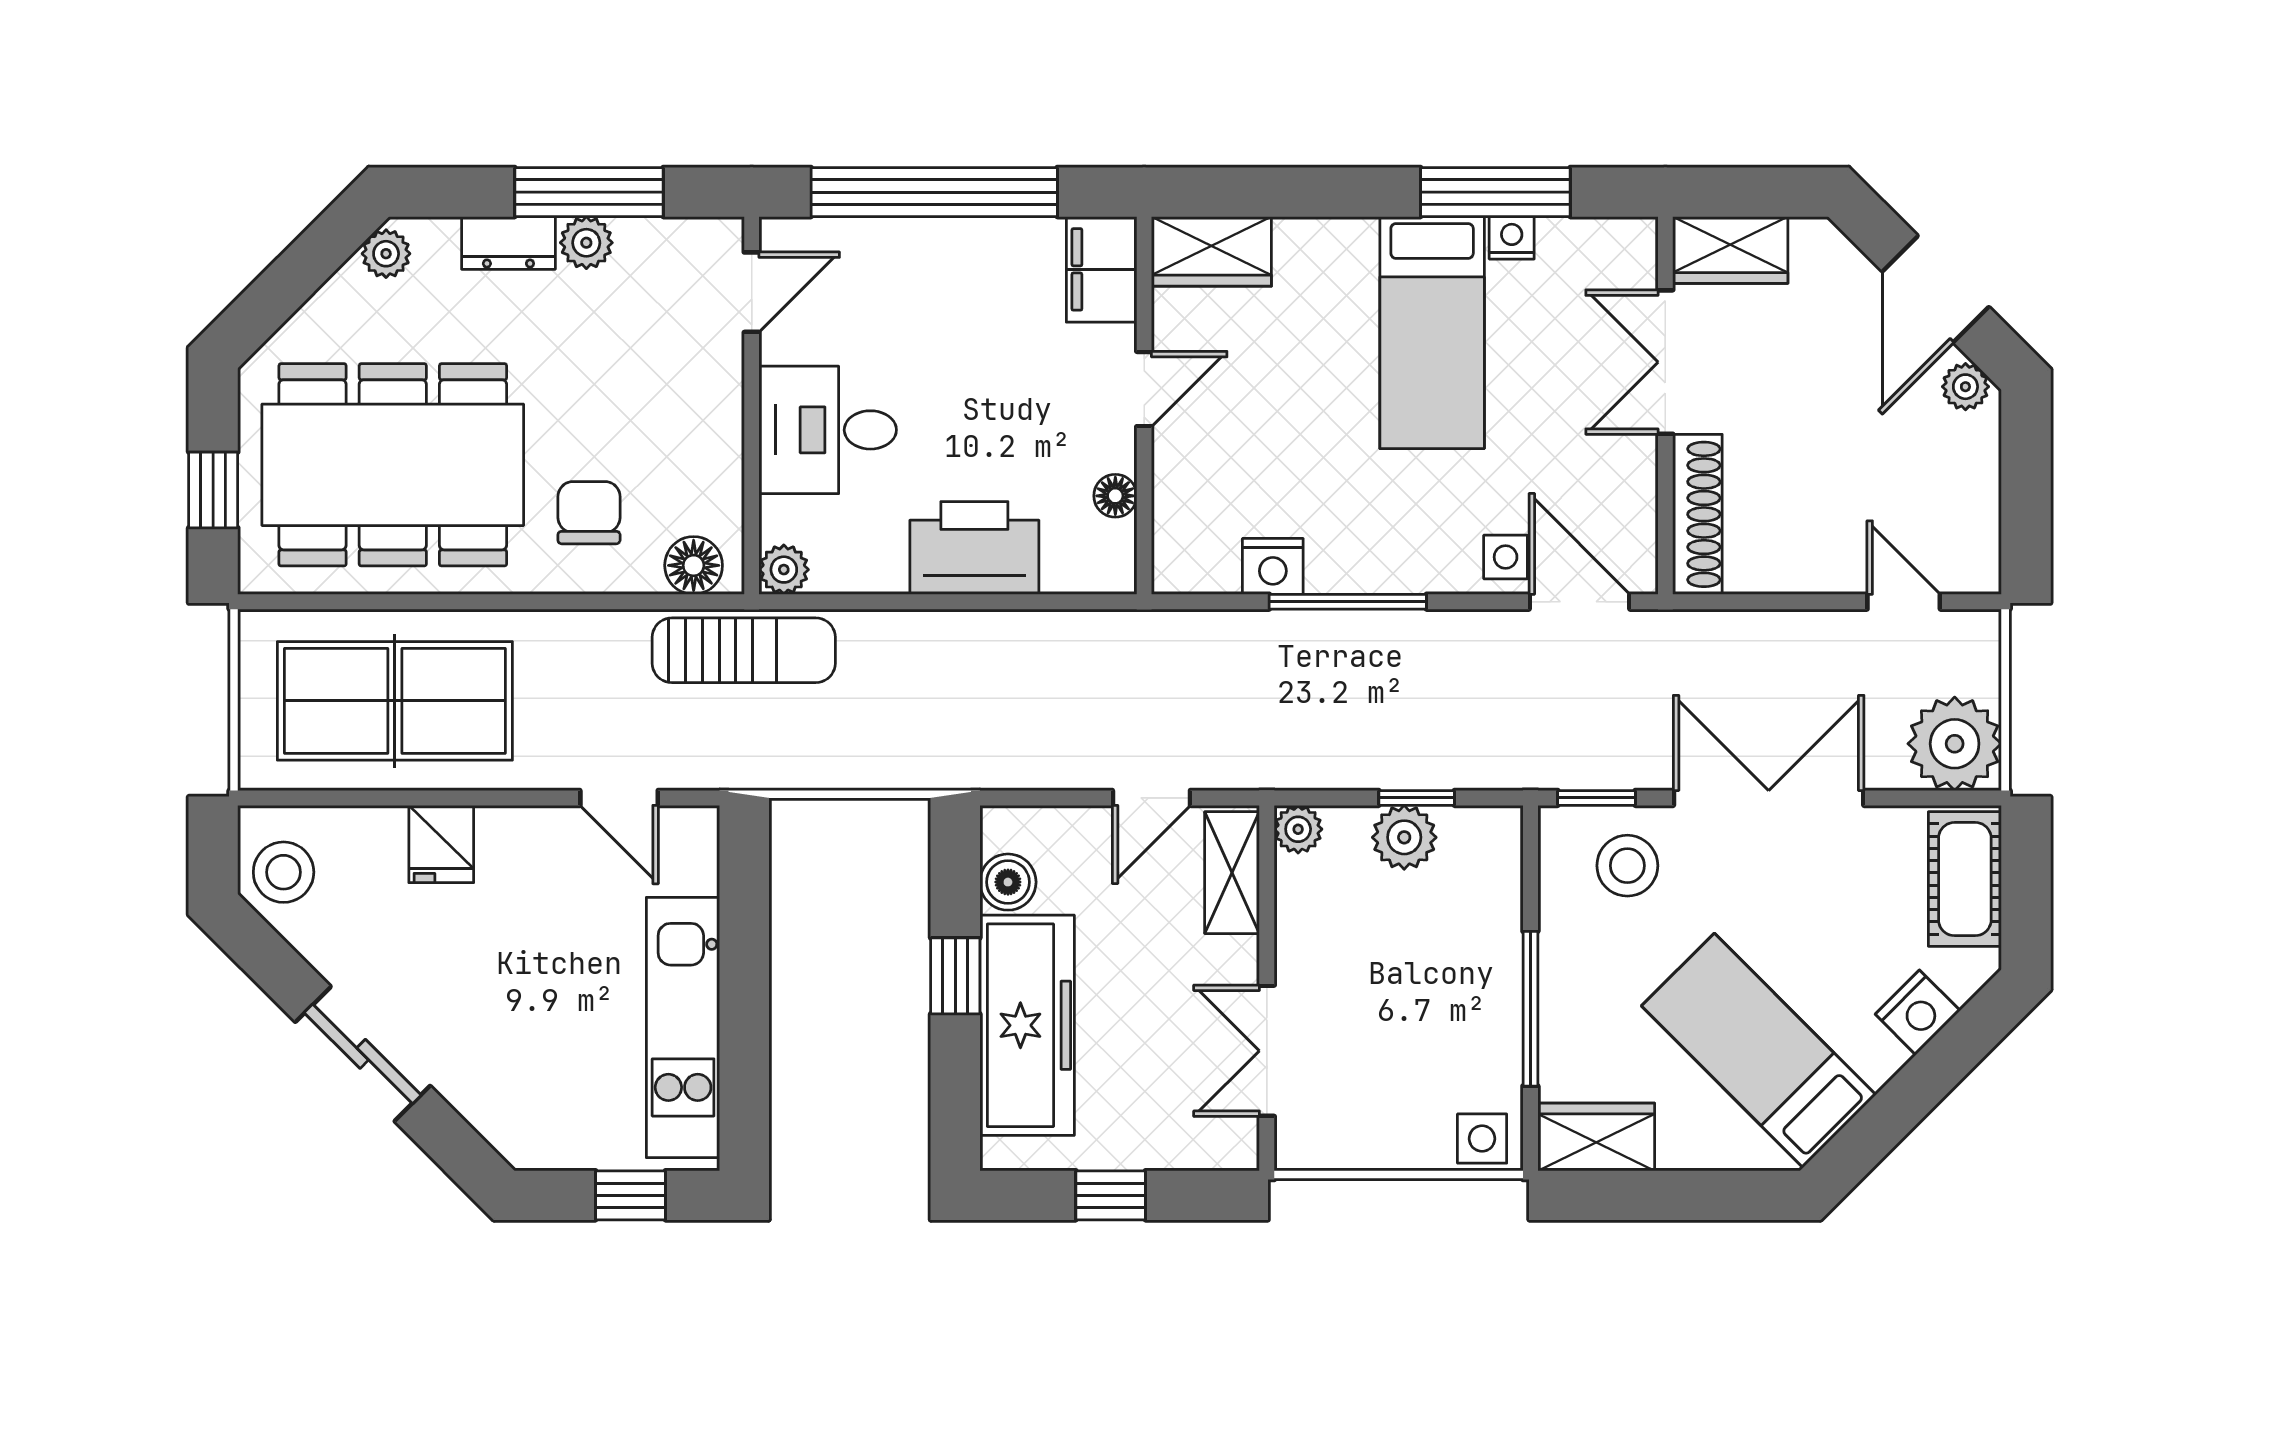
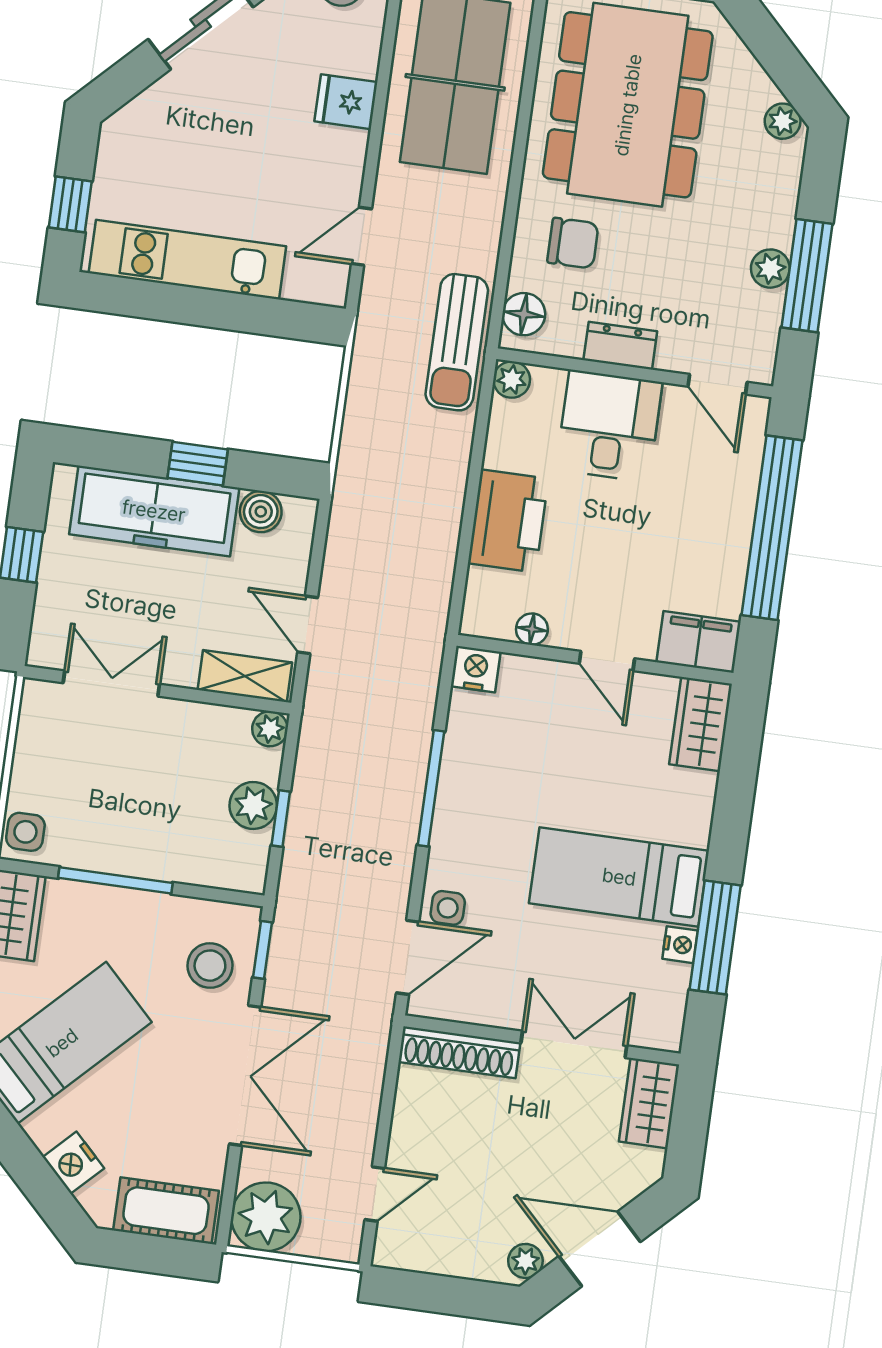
dresser: (508, 243) -> (620, 346), moved, turned 90
nightstand: (1273, 566) -> (476, 669), moved, turned 90

